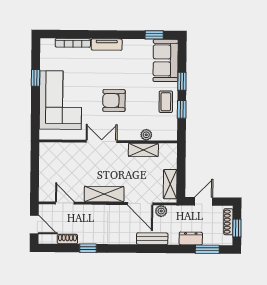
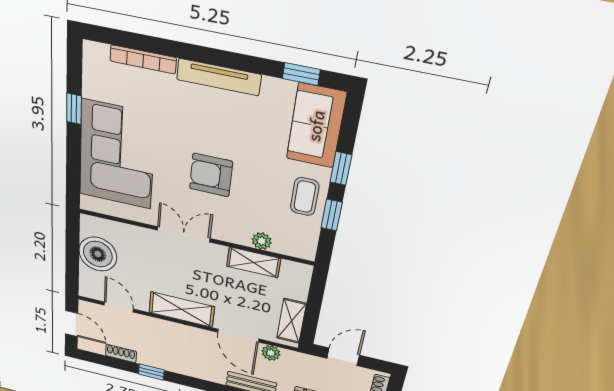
tv unit: (107, 45) -> (219, 77), width x1.41
boiler: (51, 168) -> (98, 254), added

